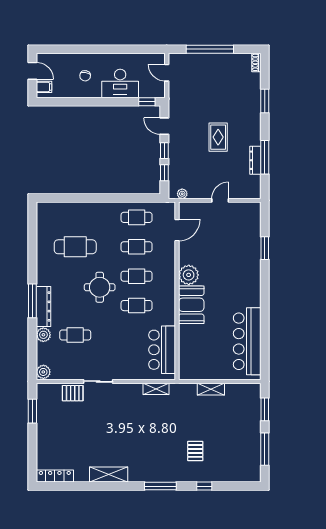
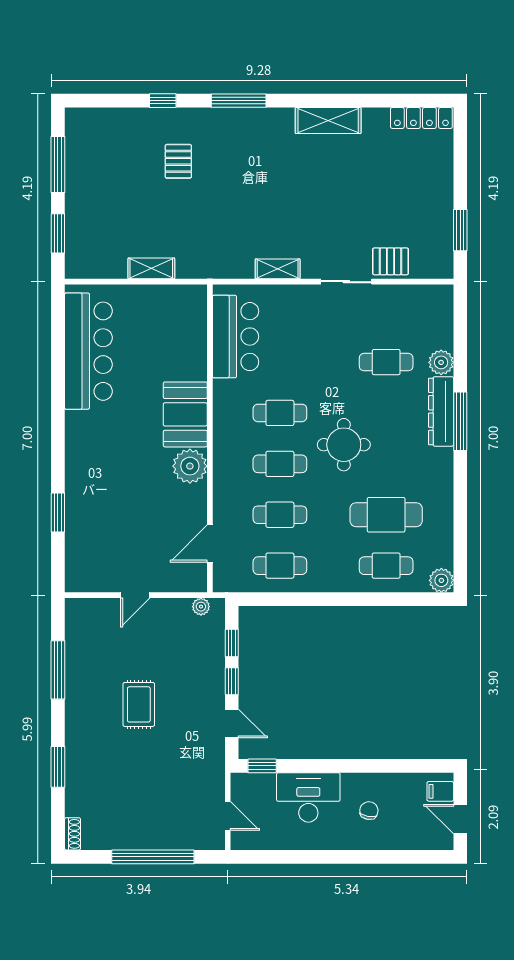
dresser: (255, 160) -> (74, 665), removed
cafe table: (75, 217) -> (386, 566), added
plant: (43, 372) -> (441, 580), moved
shelving: (156, 389) -> (278, 269), moved

